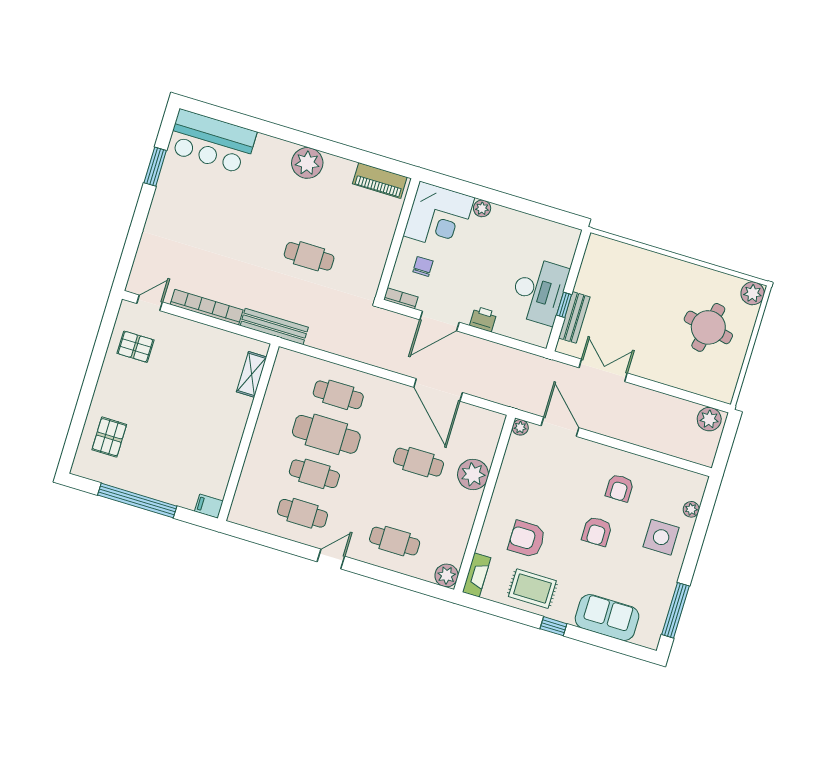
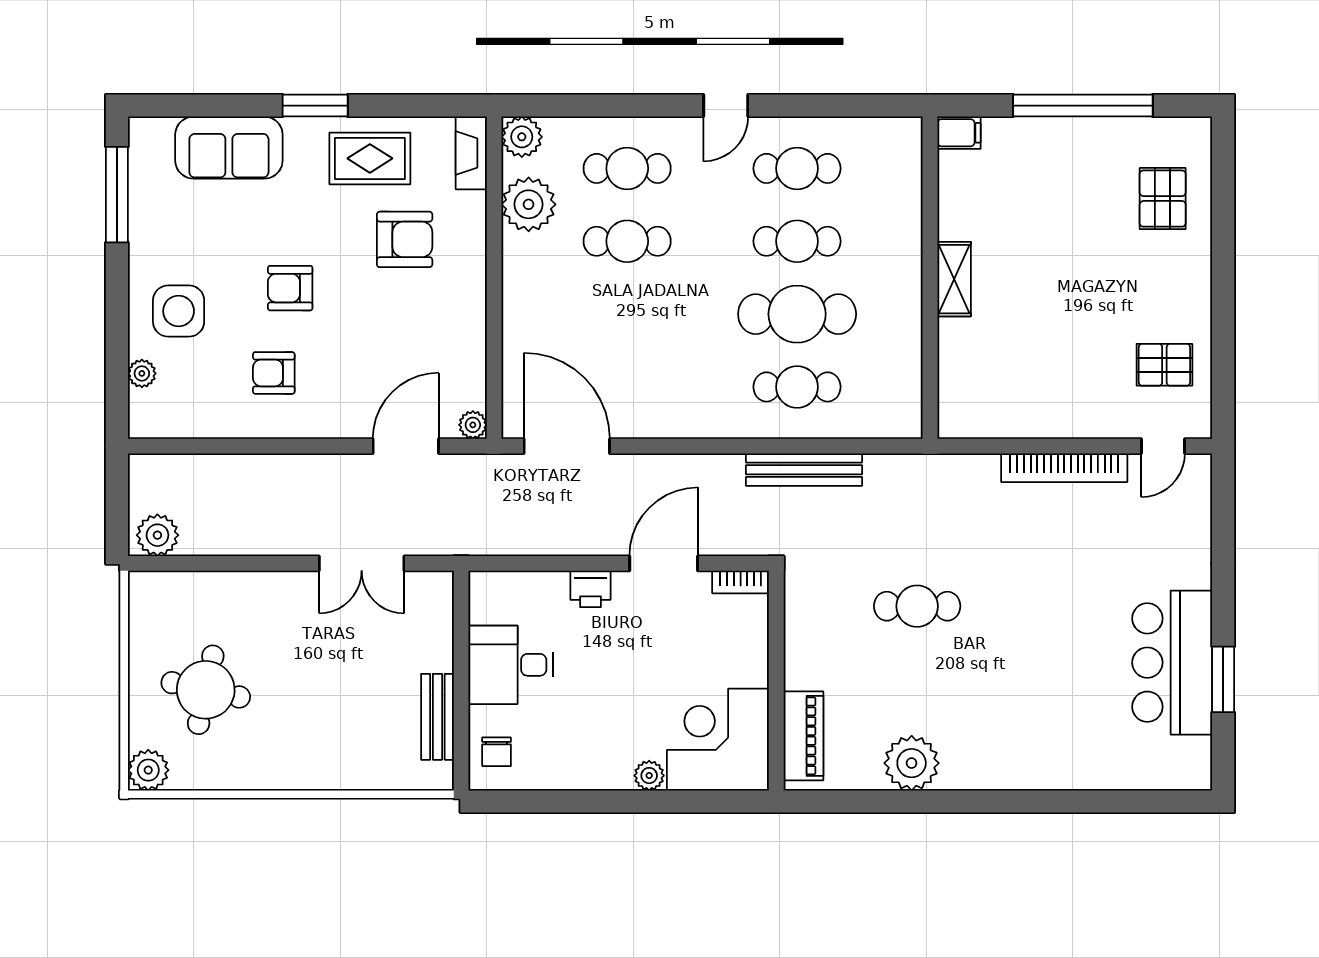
bar counter: (212, 142) -> (1172, 663), moved, turned -90
plant: (307, 163) -> (912, 763), moved
piano: (380, 180) -> (803, 736), moved, turned 90
chair: (423, 266) -> (497, 752), moved
desk: (539, 291) -> (511, 665), width x0.73
window: (564, 305) -> (461, 654), removed
bench: (574, 317) -> (437, 717), moved
bench: (274, 326) -> (804, 470), moved
shelving: (252, 374) -> (954, 279), moved
door: (438, 390) -> (567, 446), moved
door: (560, 427) -> (406, 446), swing flipped
cafe table: (418, 462) -> (627, 241), moved
plant: (473, 474) -> (529, 204), moved
armchair: (620, 488) -> (274, 373), turned -90
armchair: (597, 531) -> (290, 288), turned -90
window: (553, 626) -> (315, 106), width x1.50

